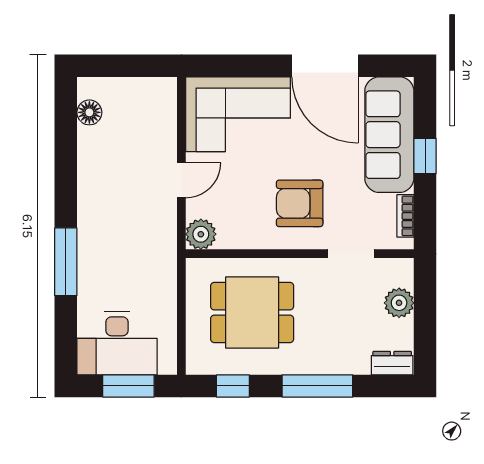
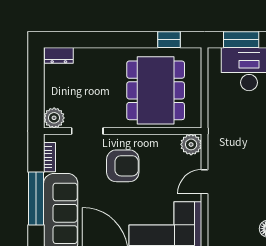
window: (425, 156) -> (36, 199), width x2.17
plant: (399, 303) -> (54, 118), moved
dining table: (252, 313) -> (156, 90), width x1.38
window: (317, 386) -> (110, 40), removed

